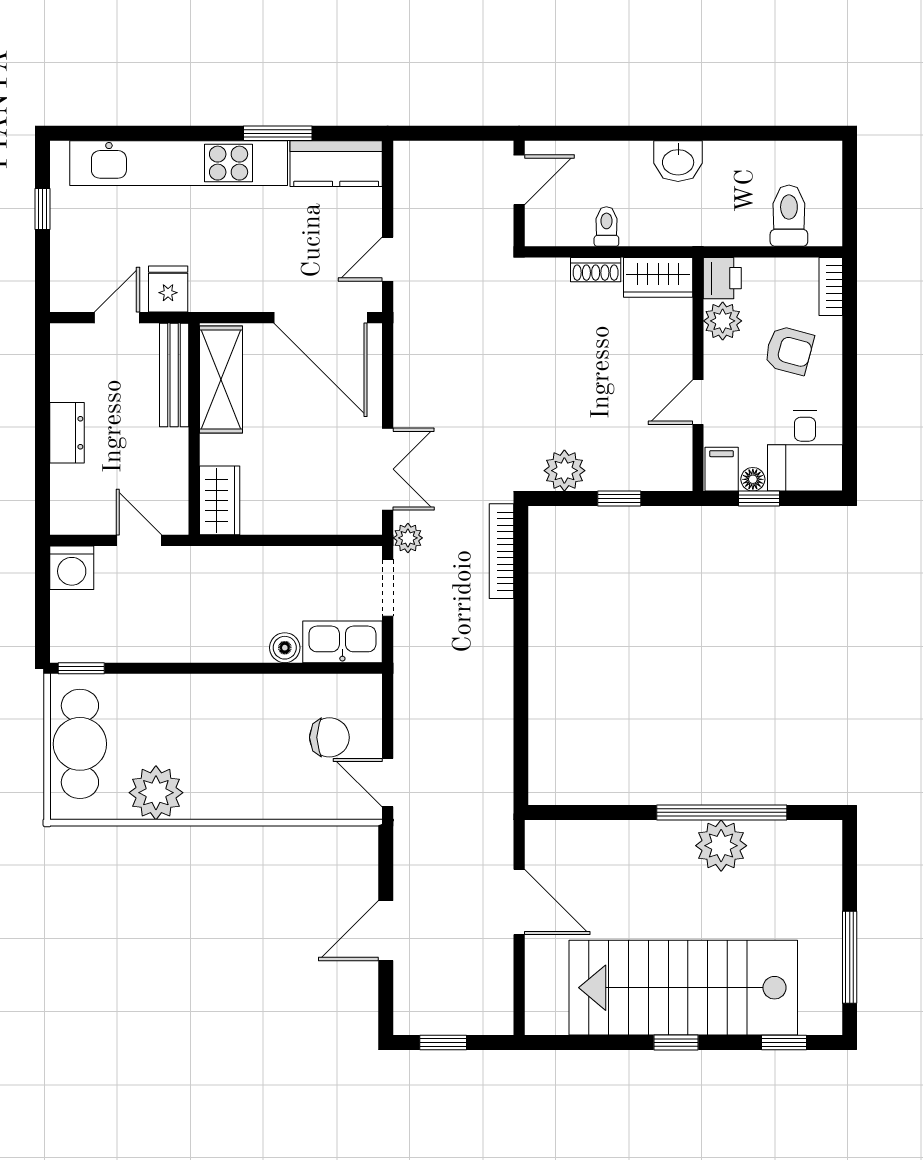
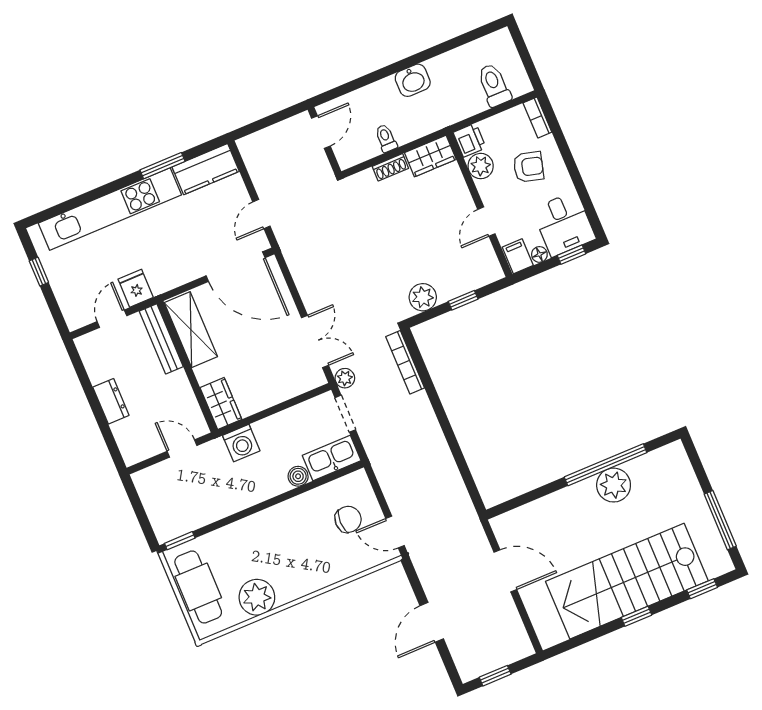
window: (759, 498) -> (572, 255), moved
washing machine: (72, 568) -> (241, 443), moved

